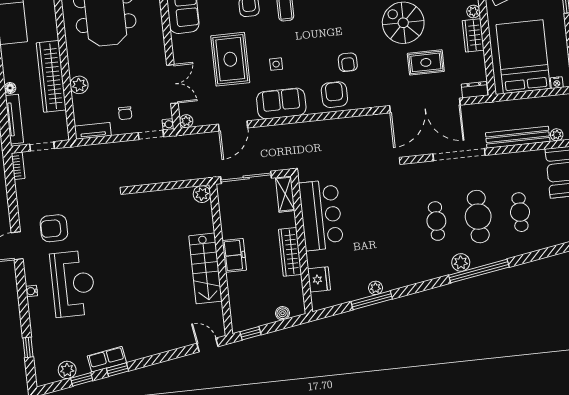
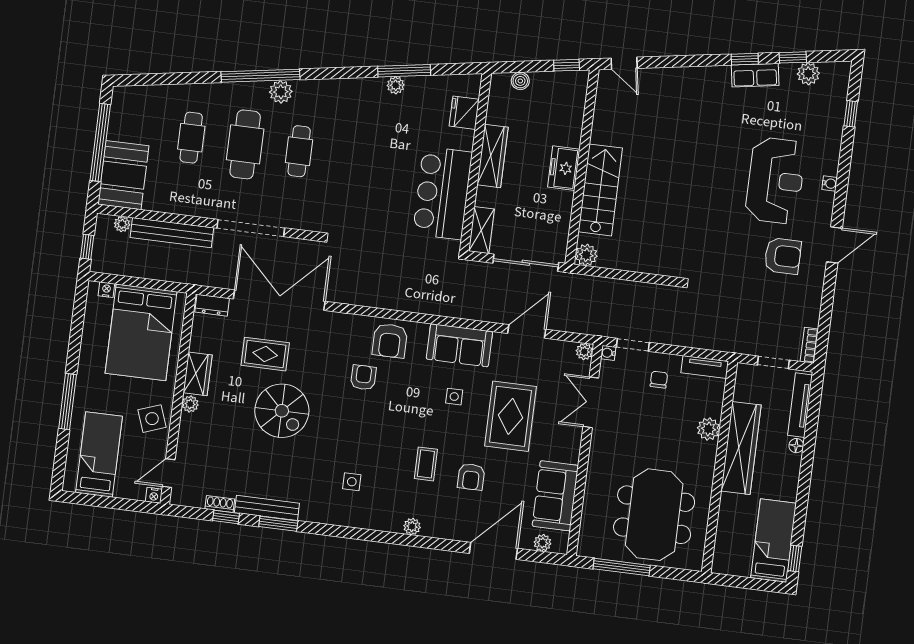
stairs: (205, 268) -> (600, 190), moved
reception desk: (73, 284) -> (775, 180), turned 180

